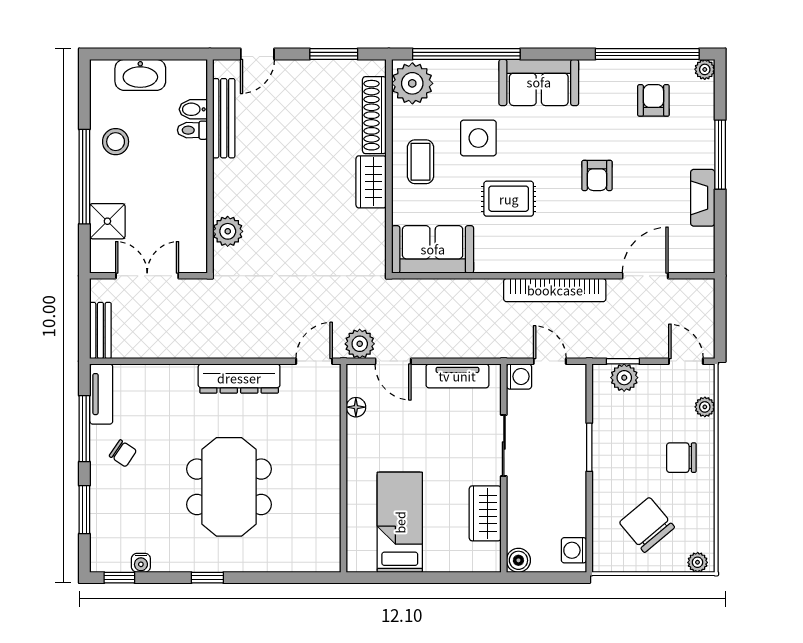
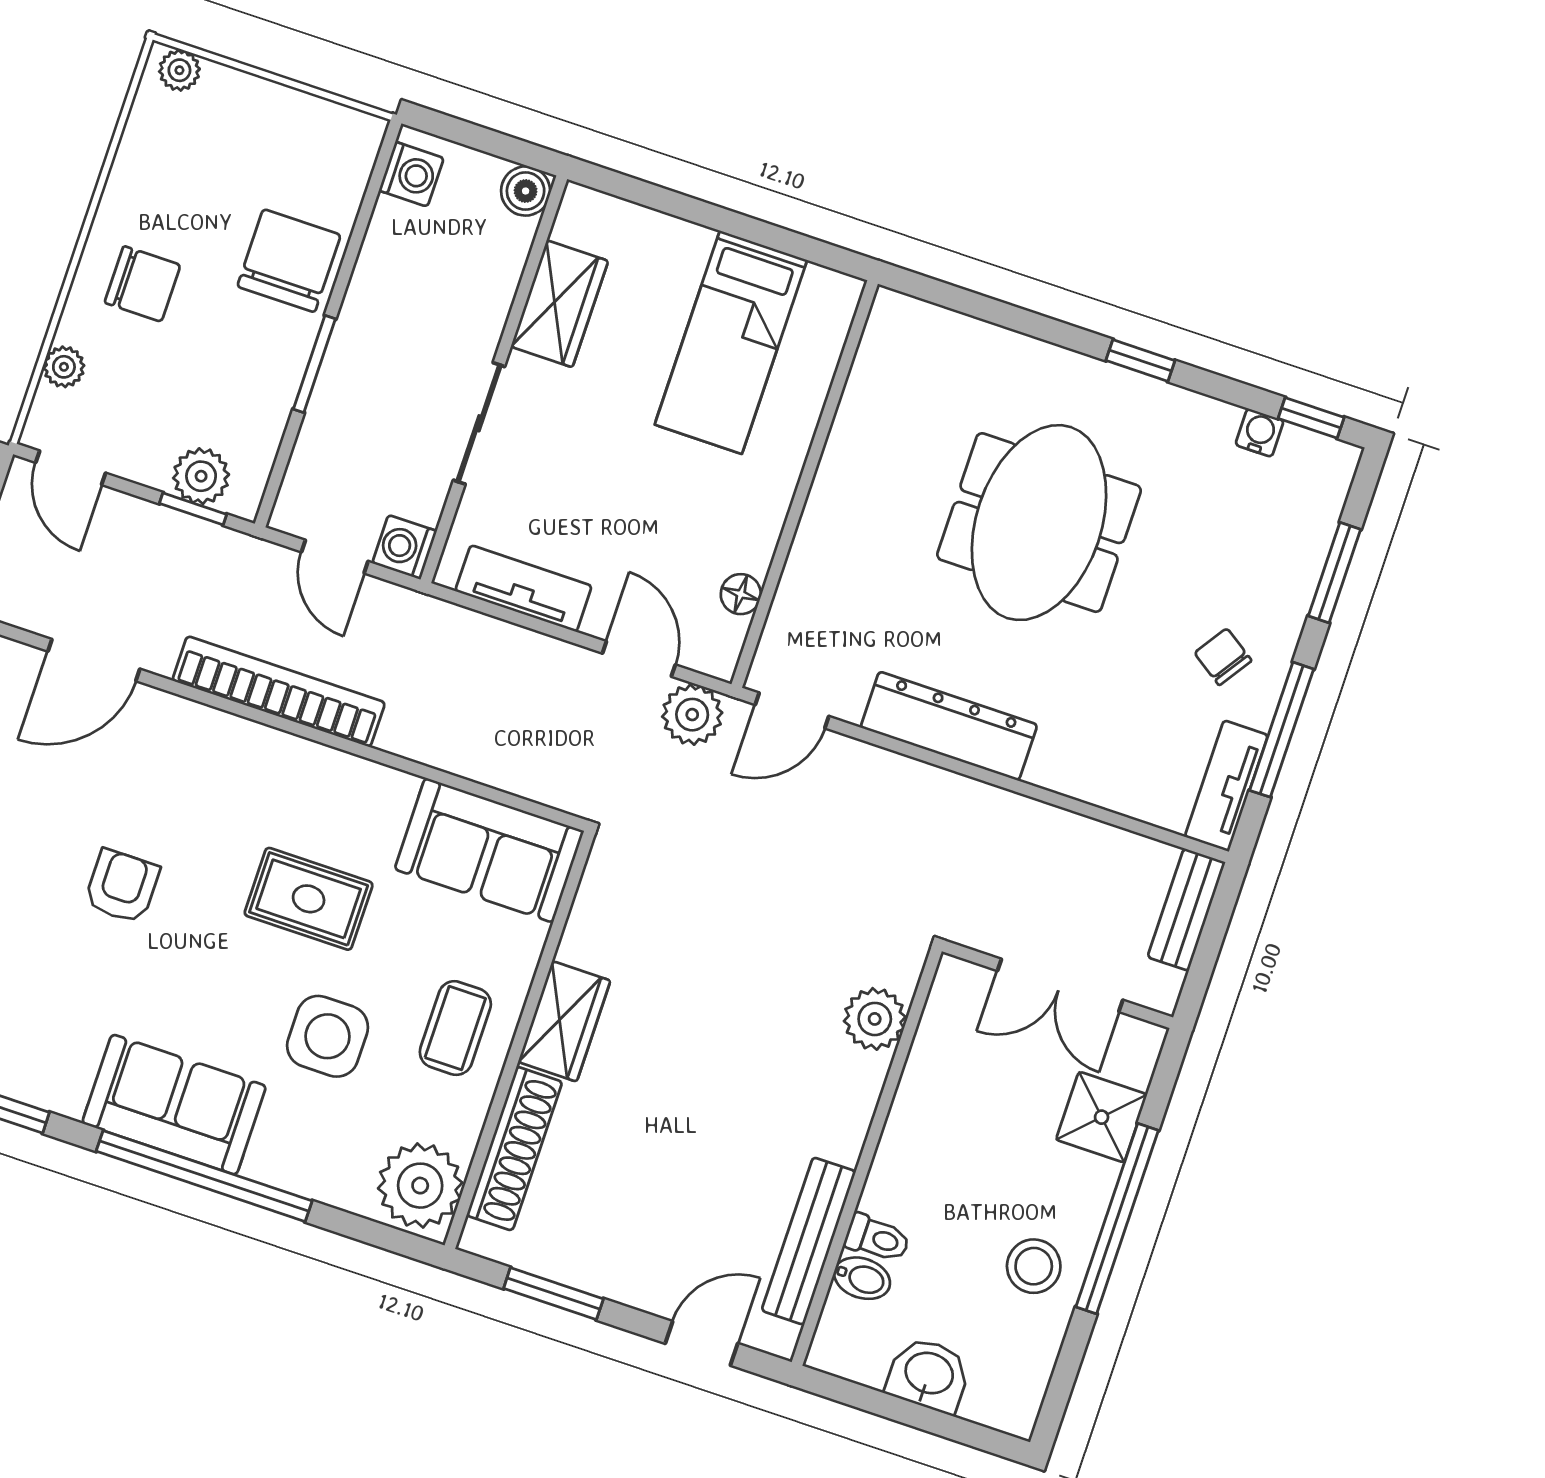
window: (466, 54) -> (204, 1176), moved
washbasin: (140, 75) -> (929, 1375), width x0.72
chair: (647, 525) -> (289, 261), moved, turned -140

